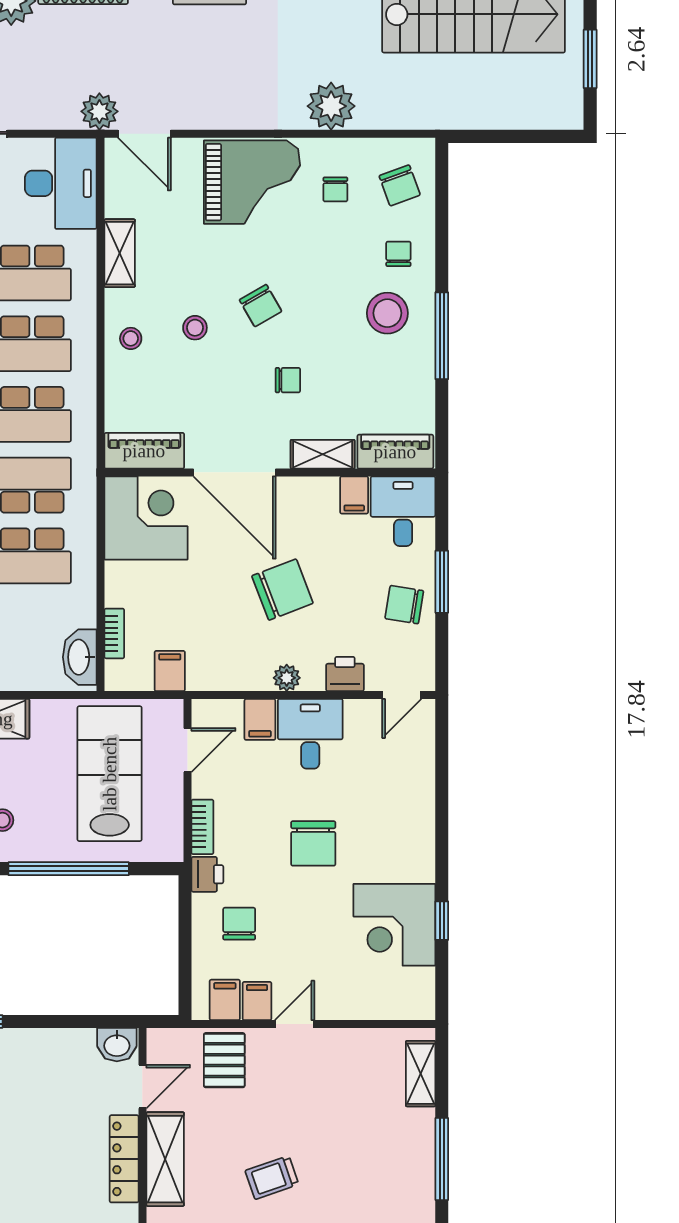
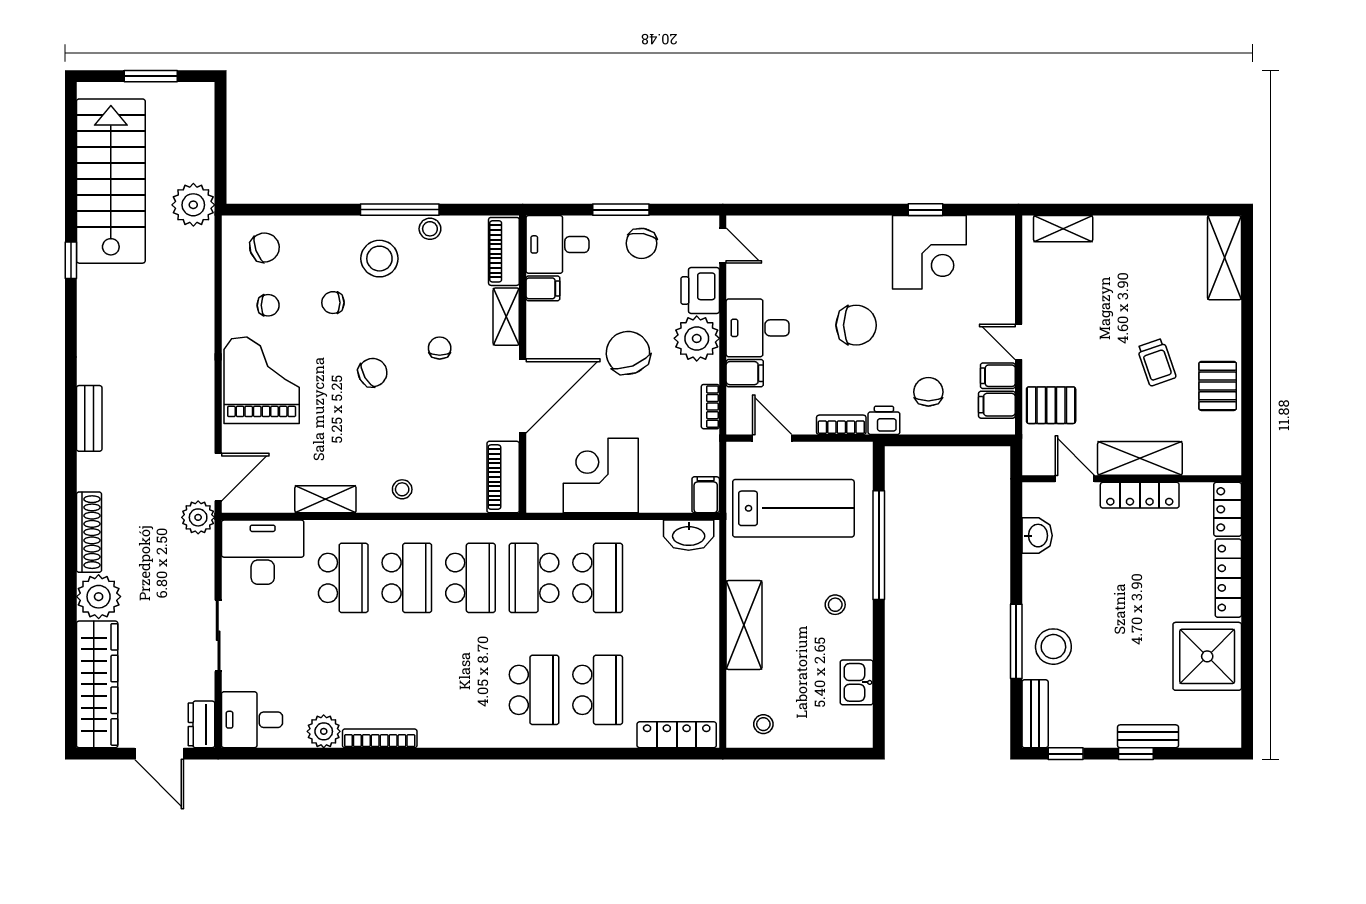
plant: (331, 106) -> (193, 205), moved
chair: (398, 254) -> (333, 303), moved
stool: (195, 328) -> (430, 229), moved
corner desk: (146, 518) -> (601, 476), moved
bookcase: (114, 633) -> (710, 407), moved, turned -90
filing cabinet: (170, 671) -> (706, 495), moved, turned 90
printer: (345, 674) -> (700, 291), width x1.36, depth x1.24
plant: (287, 678) -> (697, 338), width x1.87, depth x1.87
lab bench: (110, 774) -> (793, 508), turned 180
chair: (239, 924) -> (928, 392), turned 90
washbasin: (117, 1045) -> (1037, 536), moved
window: (442, 1159) -> (1140, 210), removed

